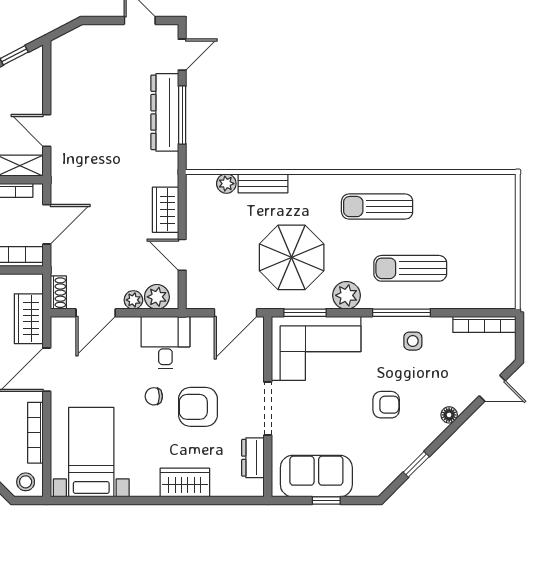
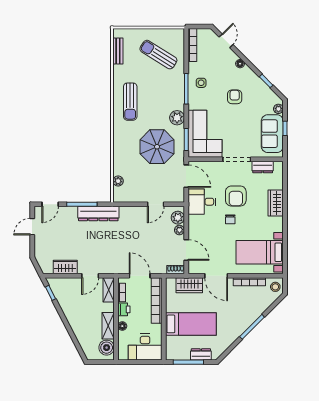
door: (182, 55) -> (50, 204), swing flipped
dresser: (165, 112) -> (98, 214), moved
bench: (263, 183) -> (118, 51), moved
wardrobe: (166, 210) -> (65, 267), moved, turned 180
sun lounger: (410, 268) -> (158, 55), moved, turned 122
desk: (165, 343) -> (202, 202), moved
plant: (363, 488) -> (278, 109), added

